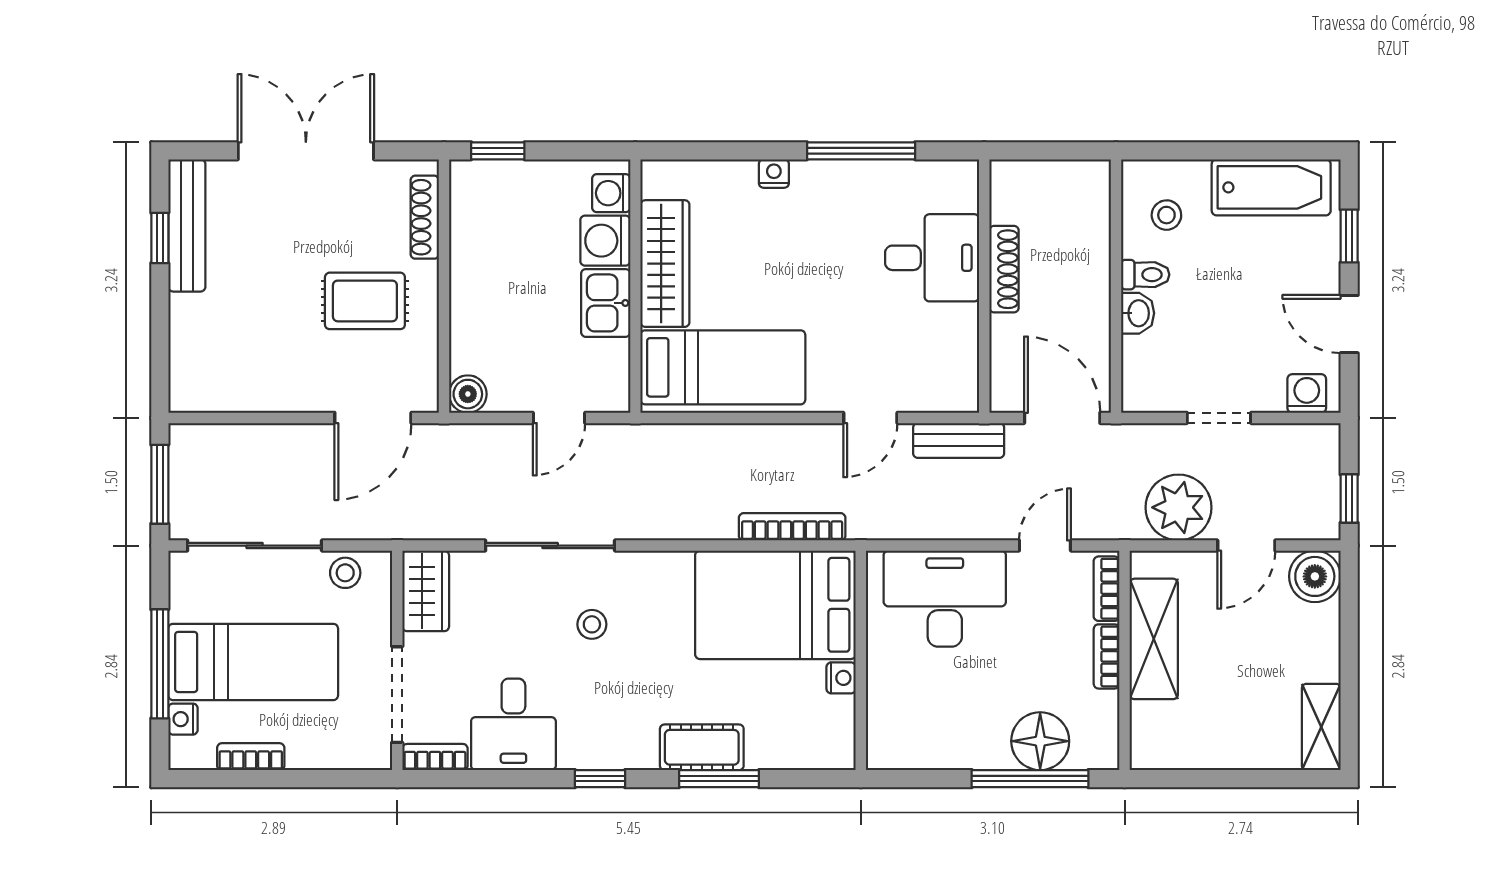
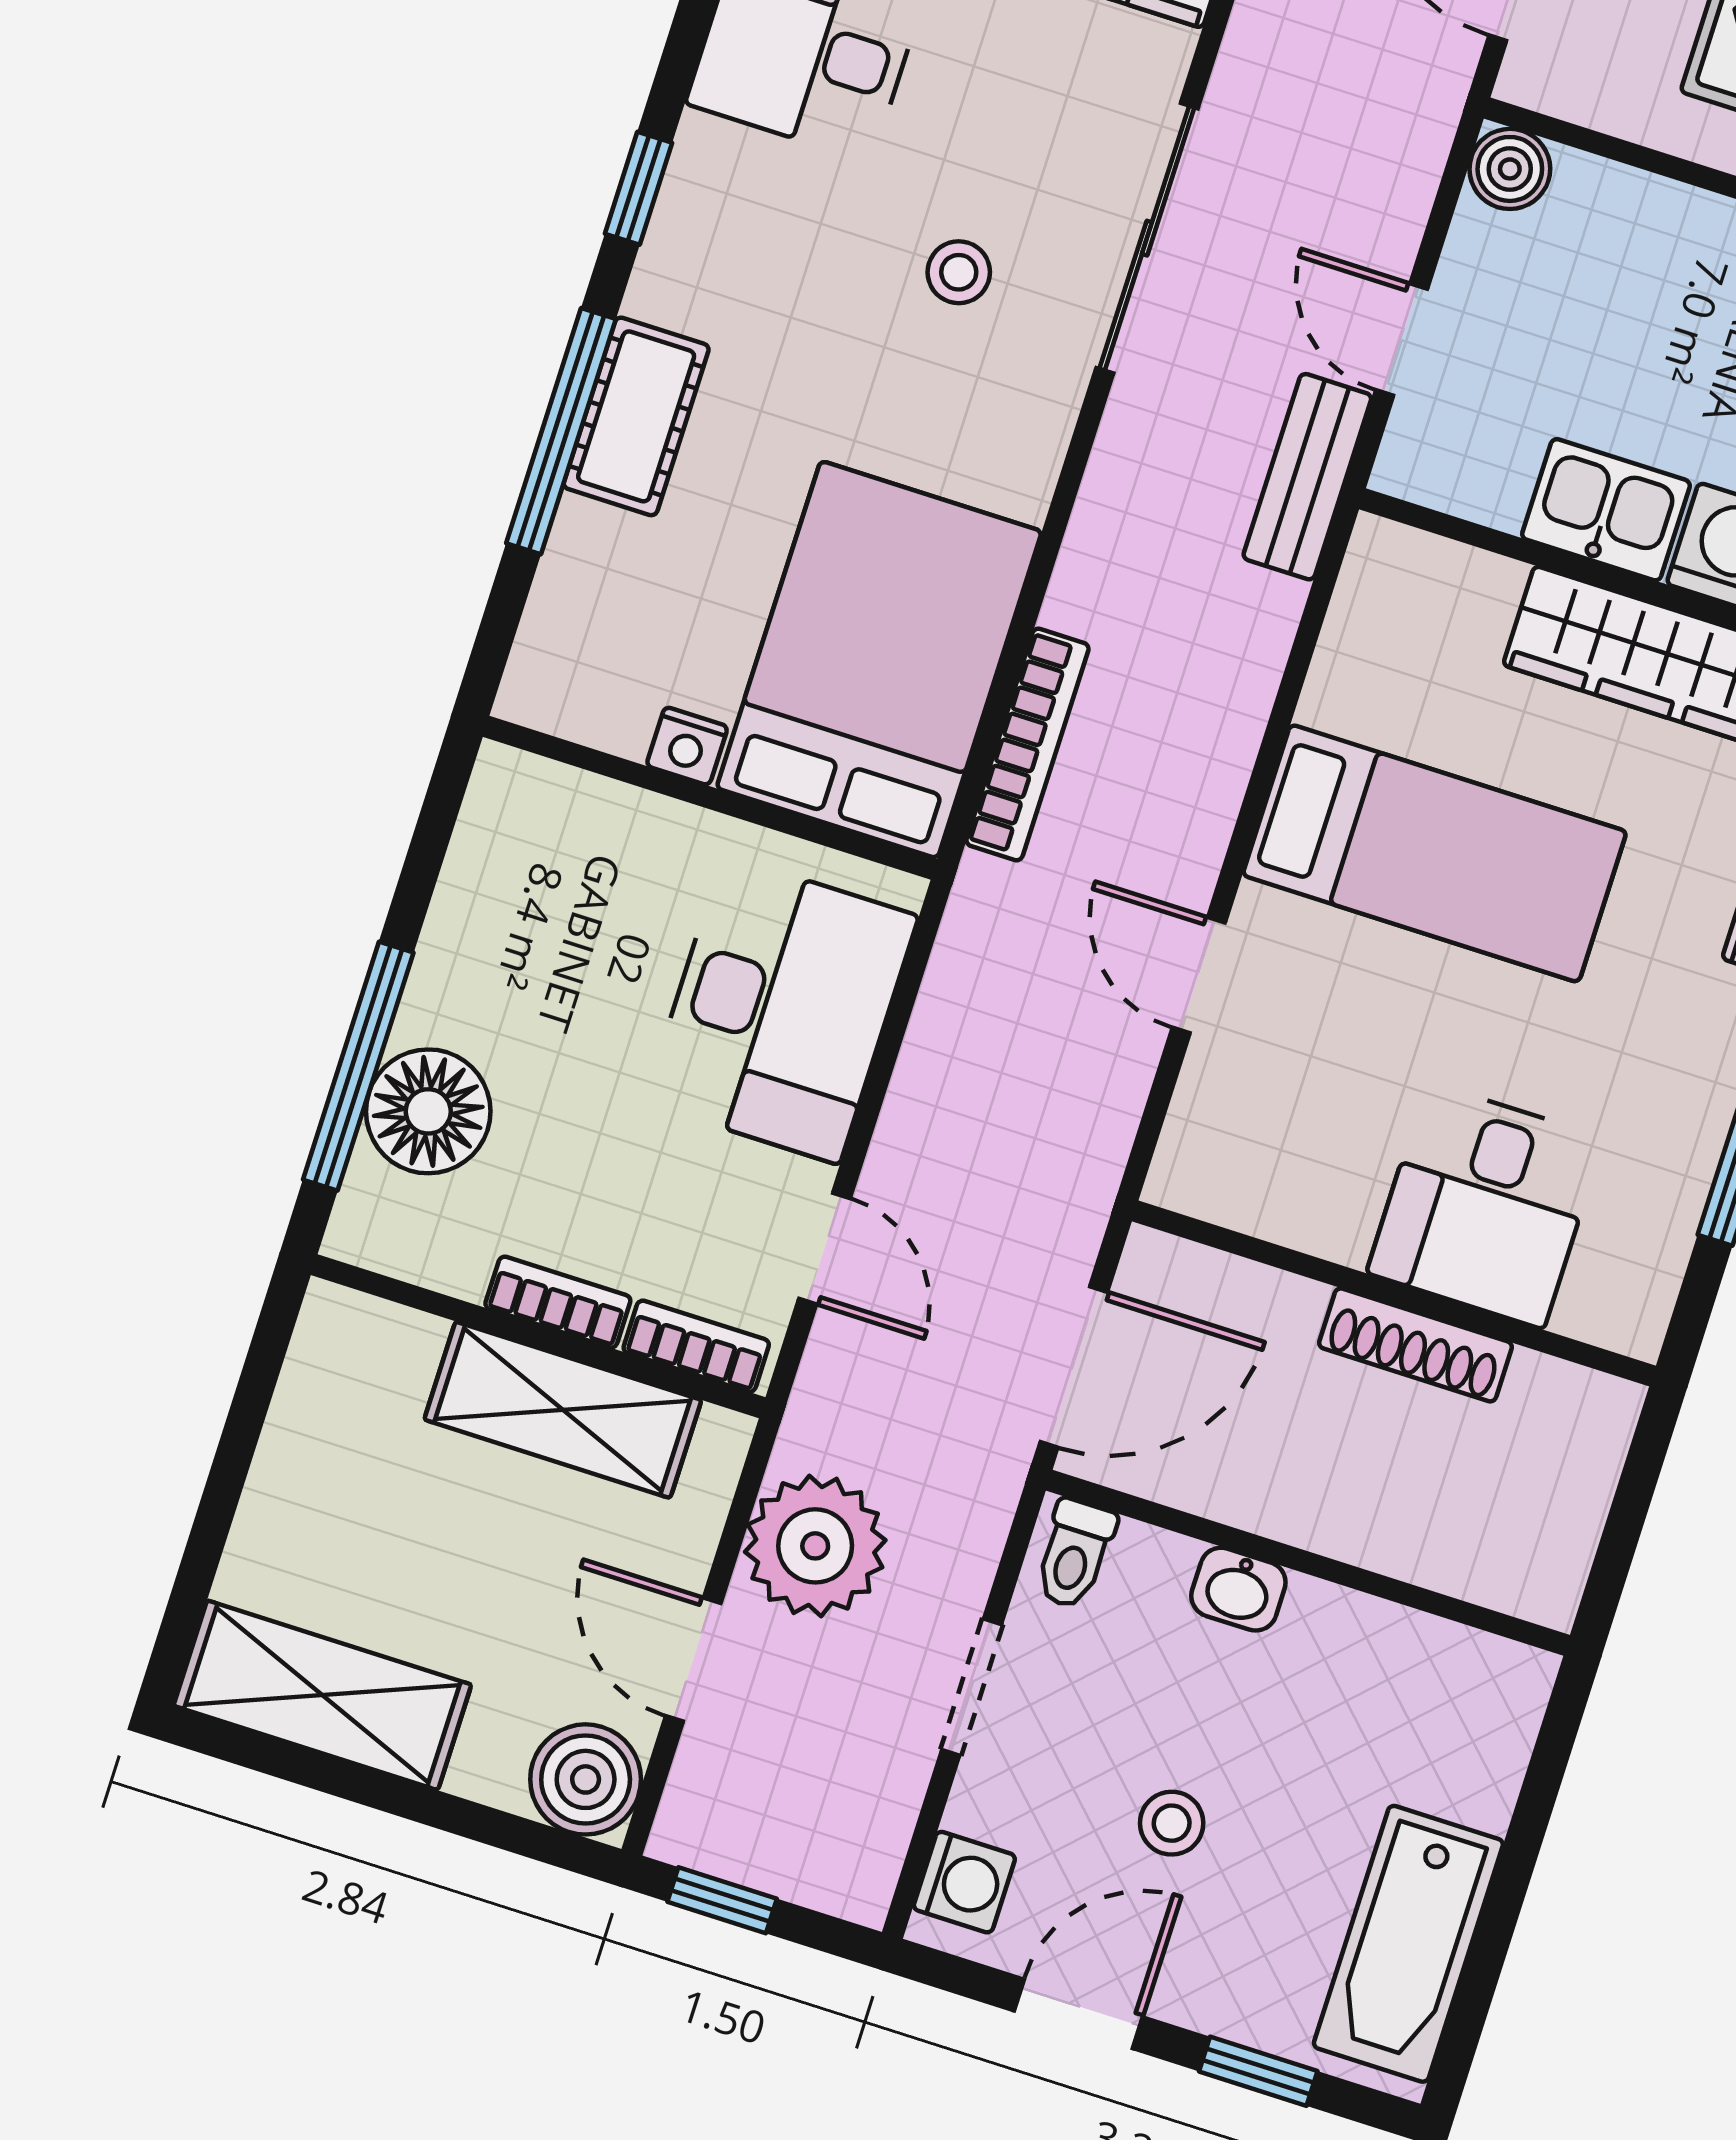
stool: (1166, 215) -> (1172, 1823), moved
toilet: (1145, 275) -> (1075, 1554), moved
bed: (723, 367) -> (1435, 853), moved, turned -90
bench: (959, 440) -> (1307, 477), moved
shelving: (1321, 727) -> (322, 1695), width x1.50, depth x1.33
window: (719, 779) -> (561, 431), width x1.44

